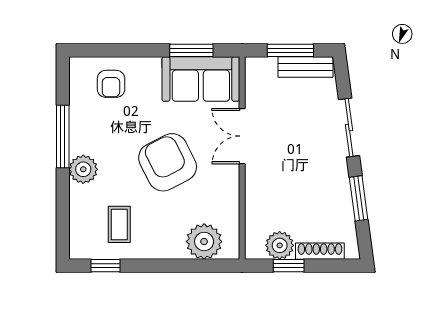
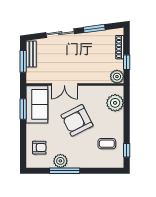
plant: (83, 169) -> (60, 161), moved
plant: (280, 245) -> (117, 77), moved

